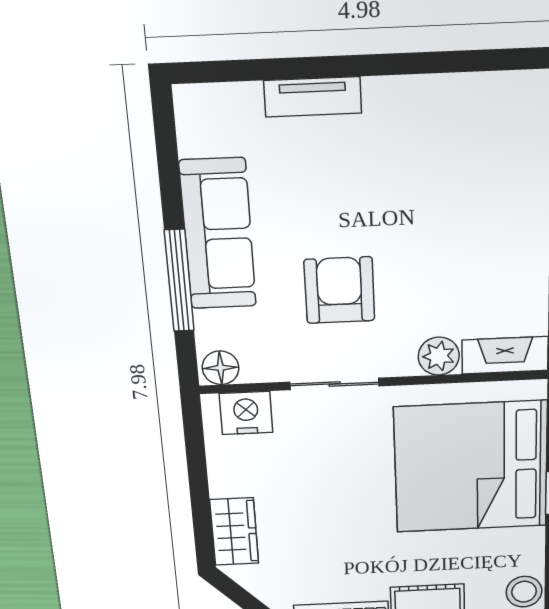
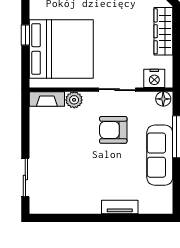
armchair: (339, 290) -> (113, 130), turned 90
wardrobe: (234, 532) -> (163, 31), width x1.50

